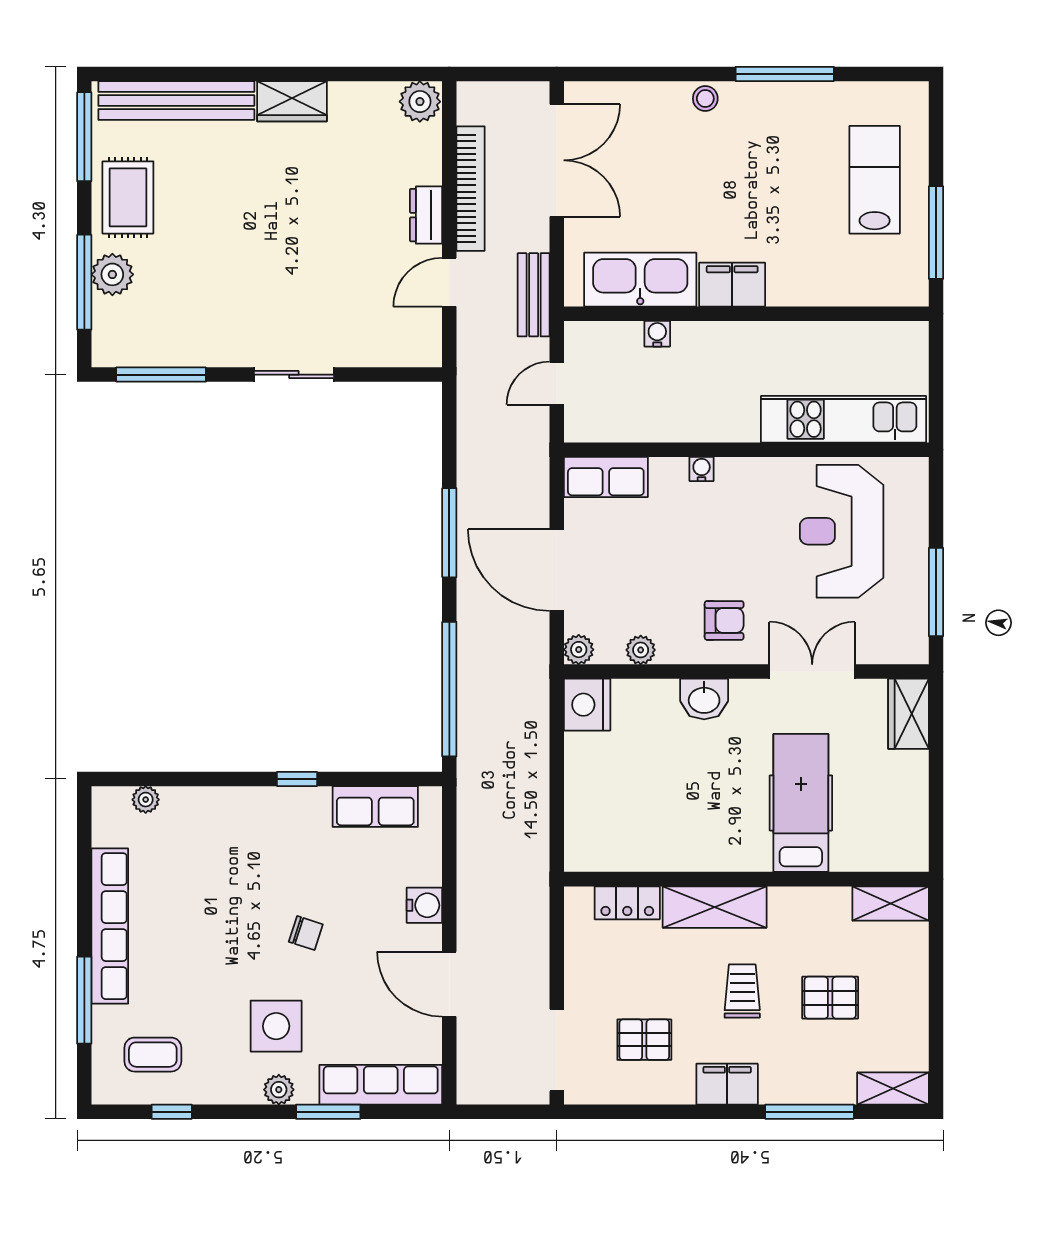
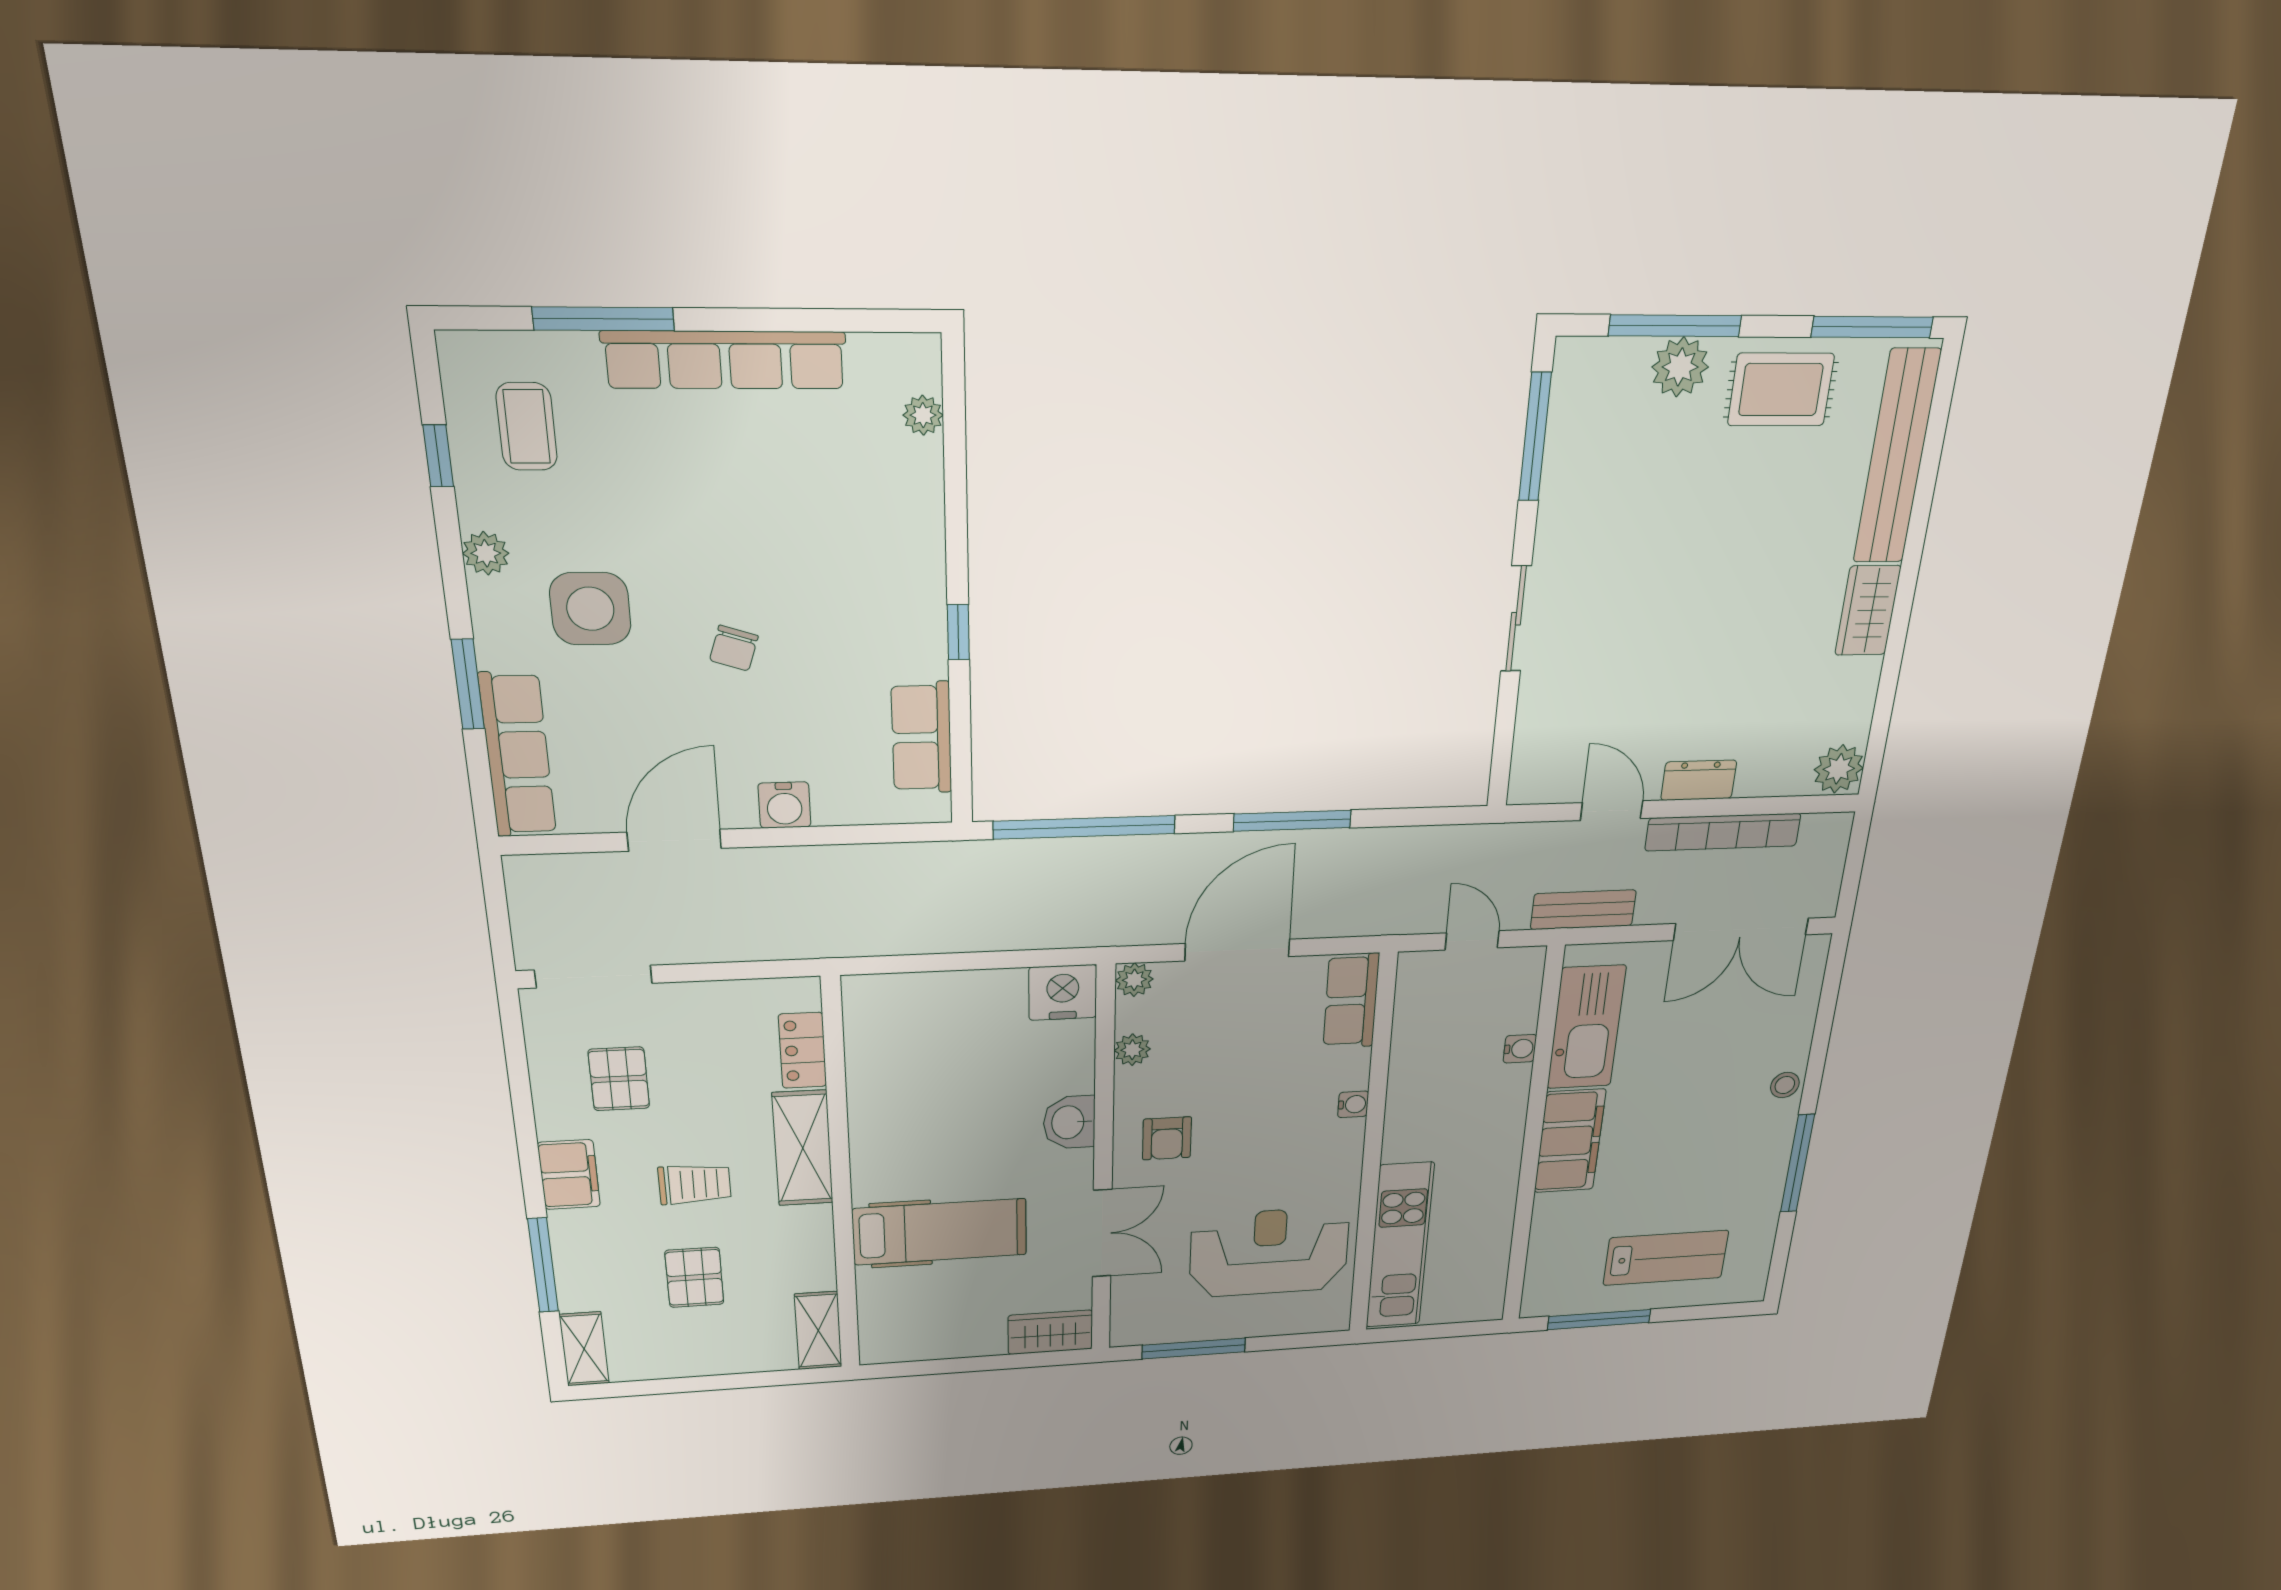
filing cabinet: (732, 285) -> (1570, 1141), width x1.50, depth x1.17
plant: (279, 1090) -> (486, 553), moved

